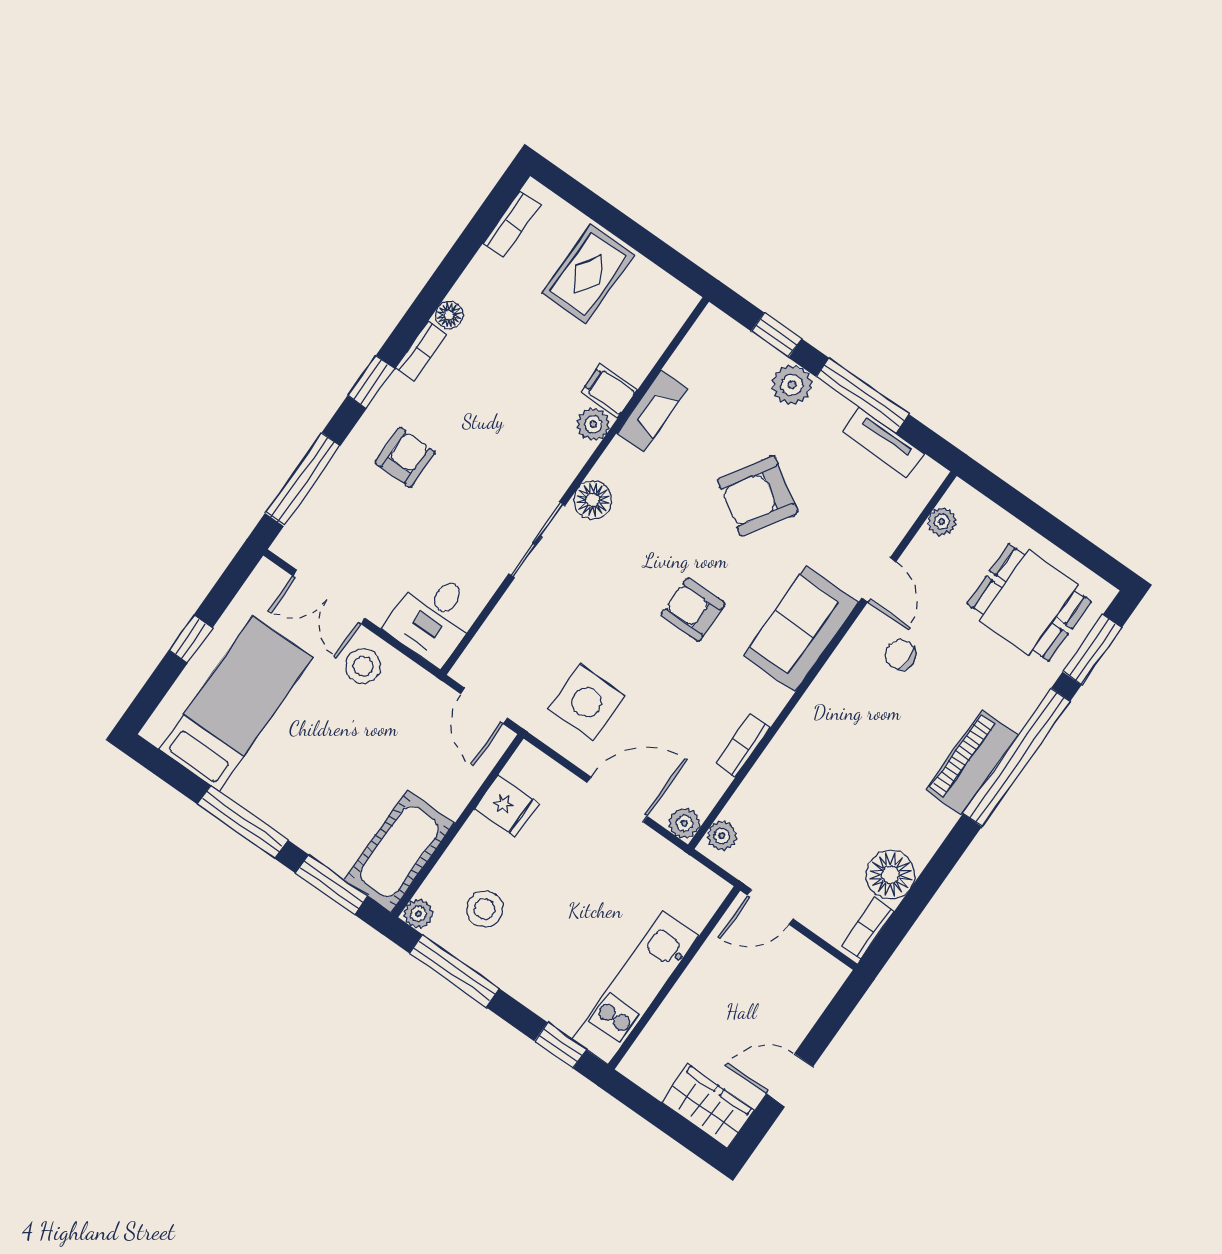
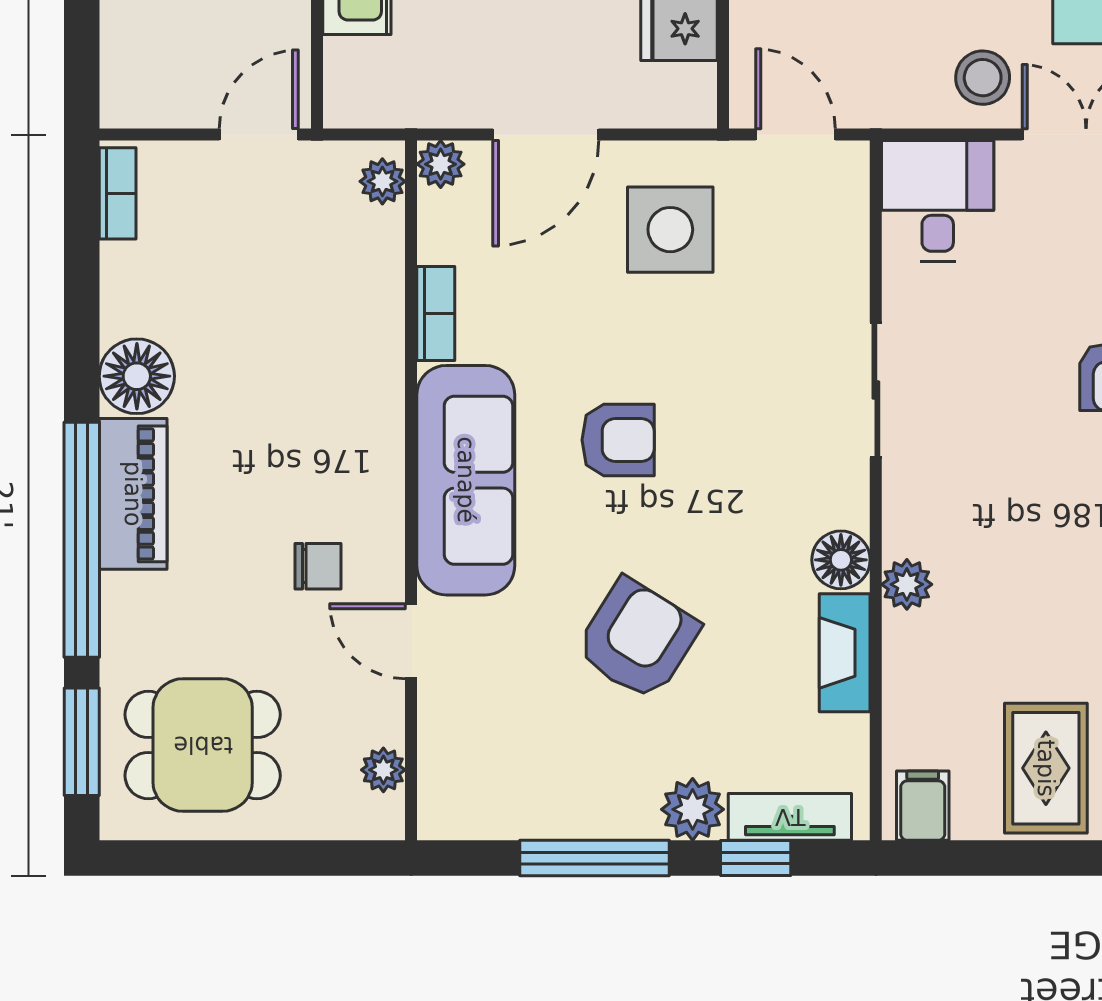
filing cabinet: (609, 391) -> (923, 806), moved, turned -90
tv unit: (883, 443) -> (790, 817), moved
floor lamp: (593, 500) -> (841, 560), moved
sofa: (801, 629) -> (466, 480), width x1.36
floor lamp: (890, 875) -> (137, 376), moved

